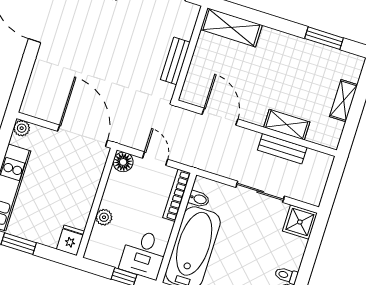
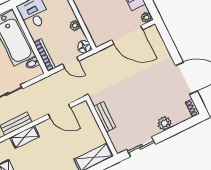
door: (83, 136) -> (127, 35), moved
plant: (104, 217) -> (75, 26), moved

